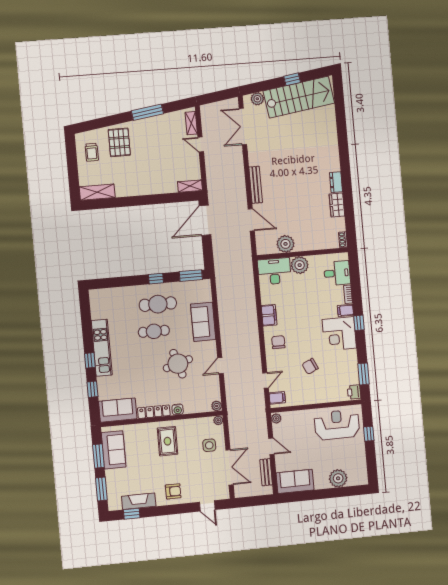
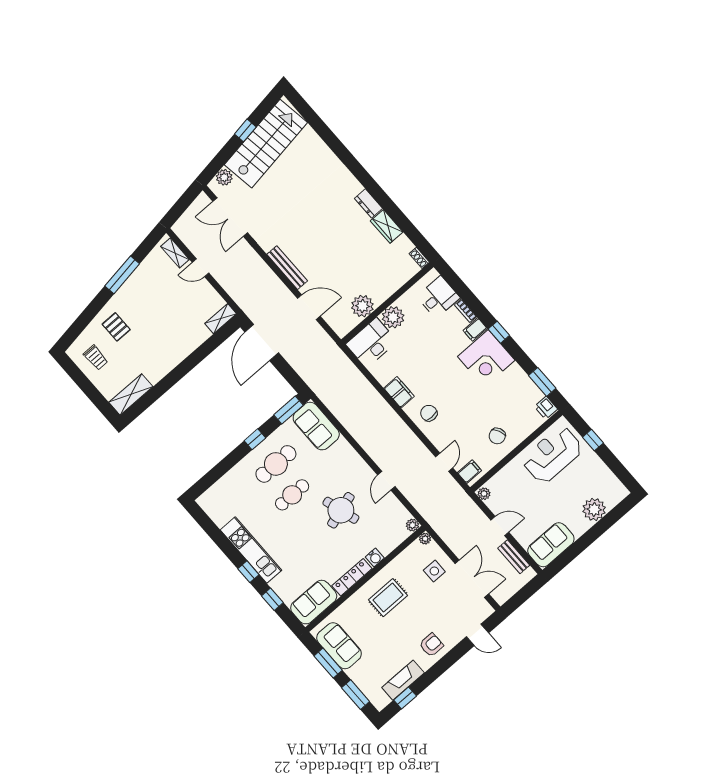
pallet: (119, 142) -> (116, 327), width x0.67, depth x0.71
sofa: (203, 322) -> (316, 426), moved
chair: (310, 366) -> (497, 436), moved
rug: (167, 441) -> (388, 598), turned 90

